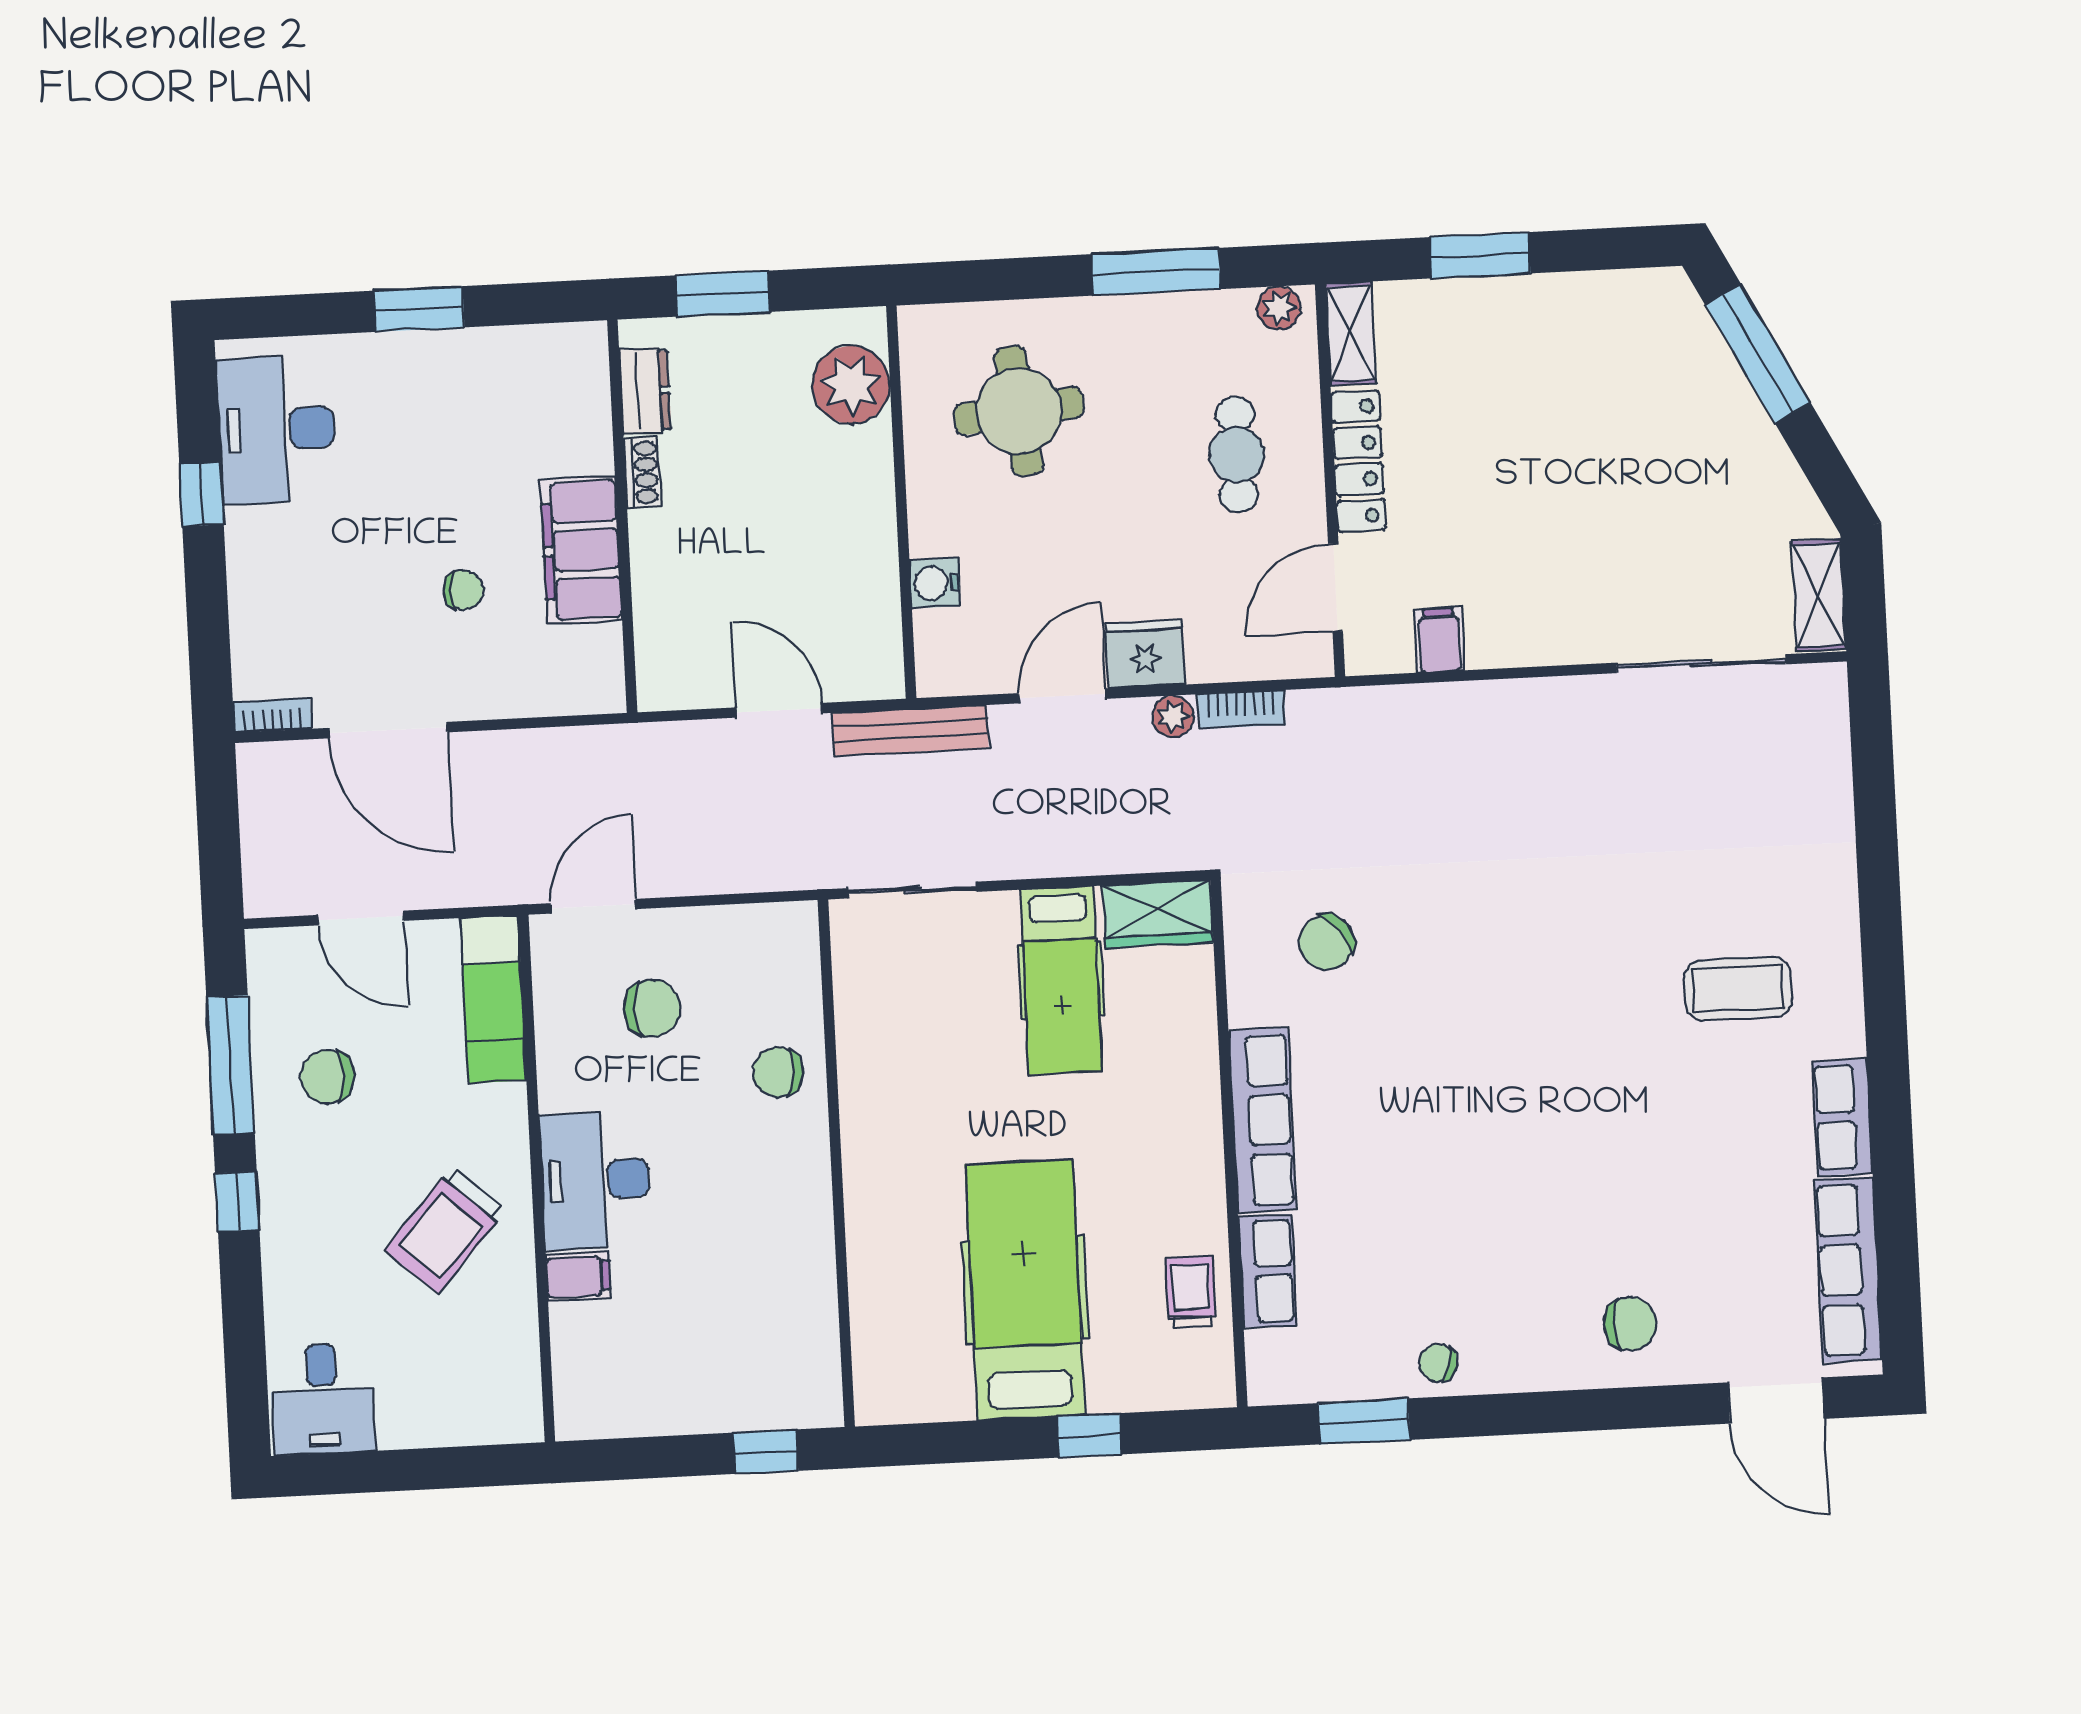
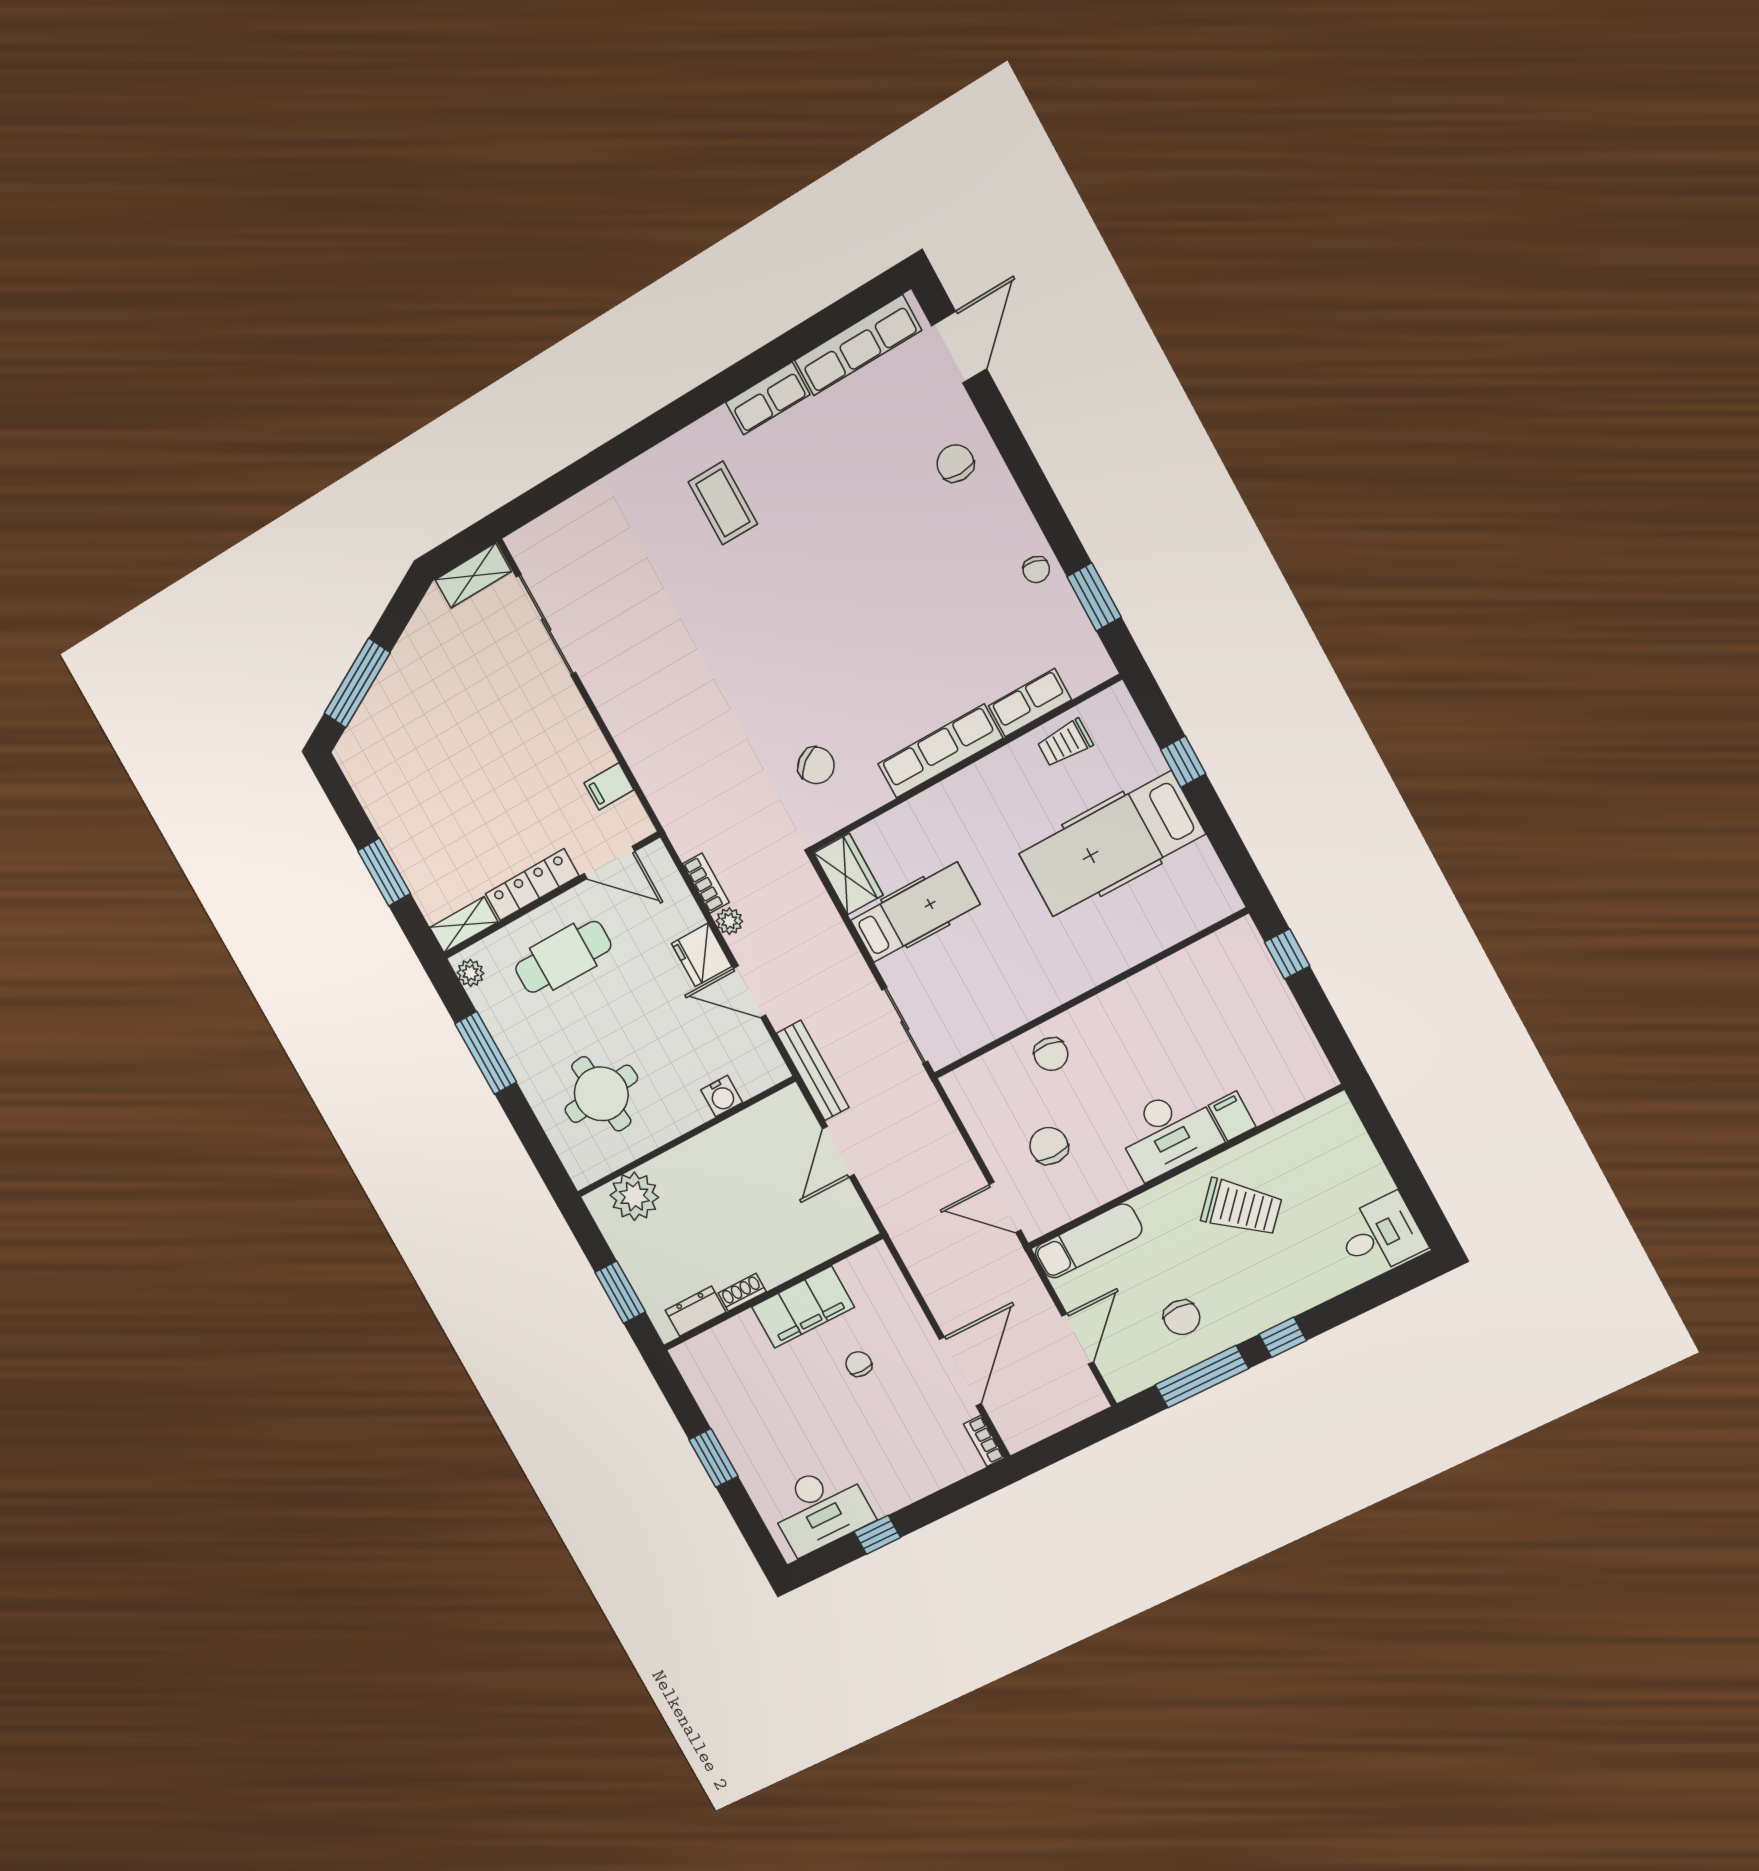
cafe table: (1237, 454) -> (563, 957), width x1.37, depth x1.35

